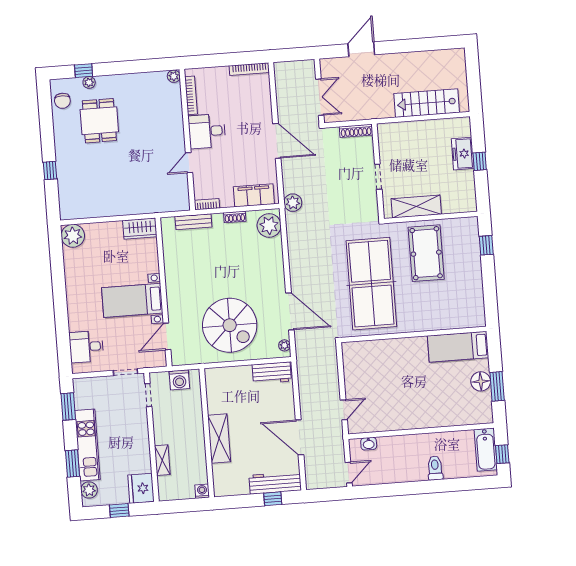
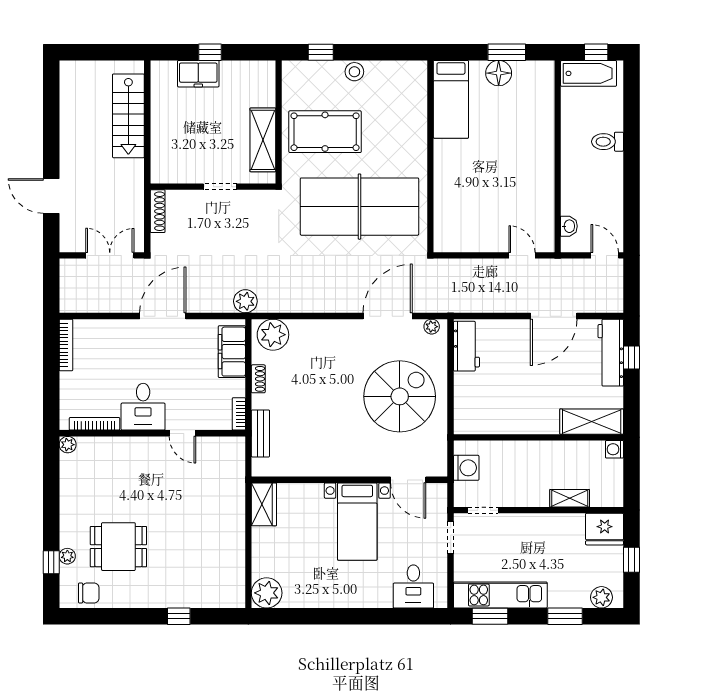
stool: (473, 272) -> (354, 72), added
shelving: (219, 438) -> (592, 422), moved
kitchen unit: (87, 445) -> (500, 595), moved

